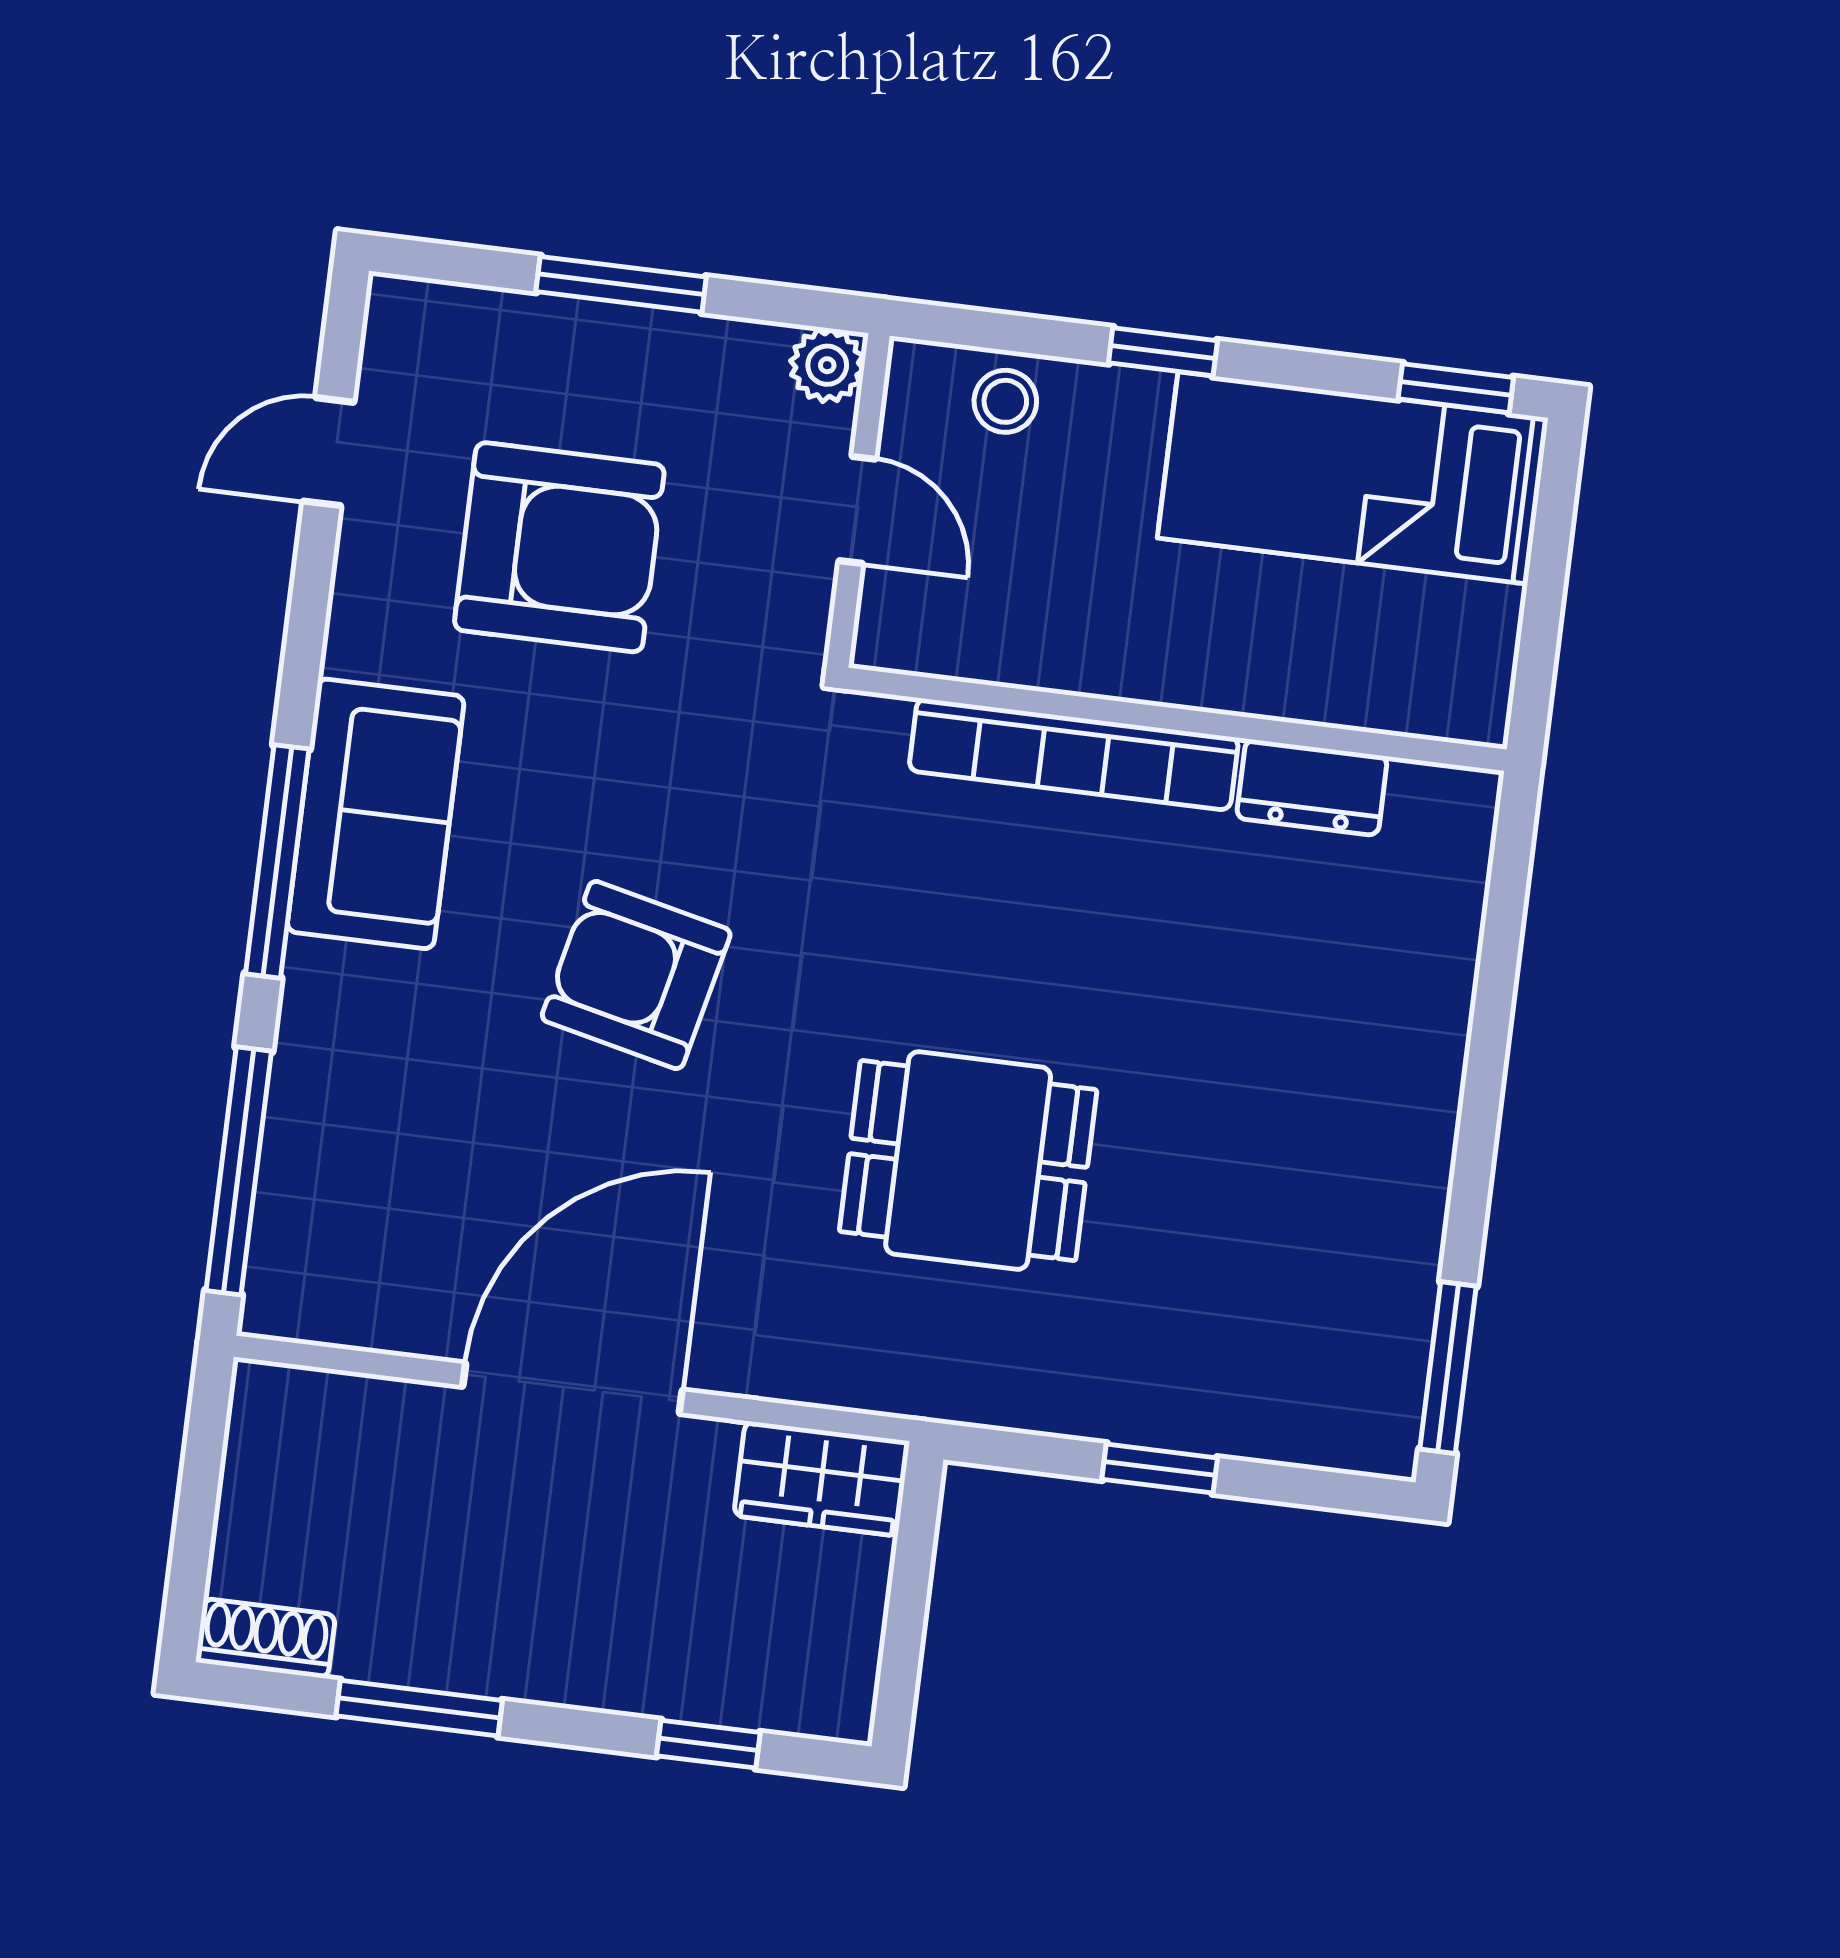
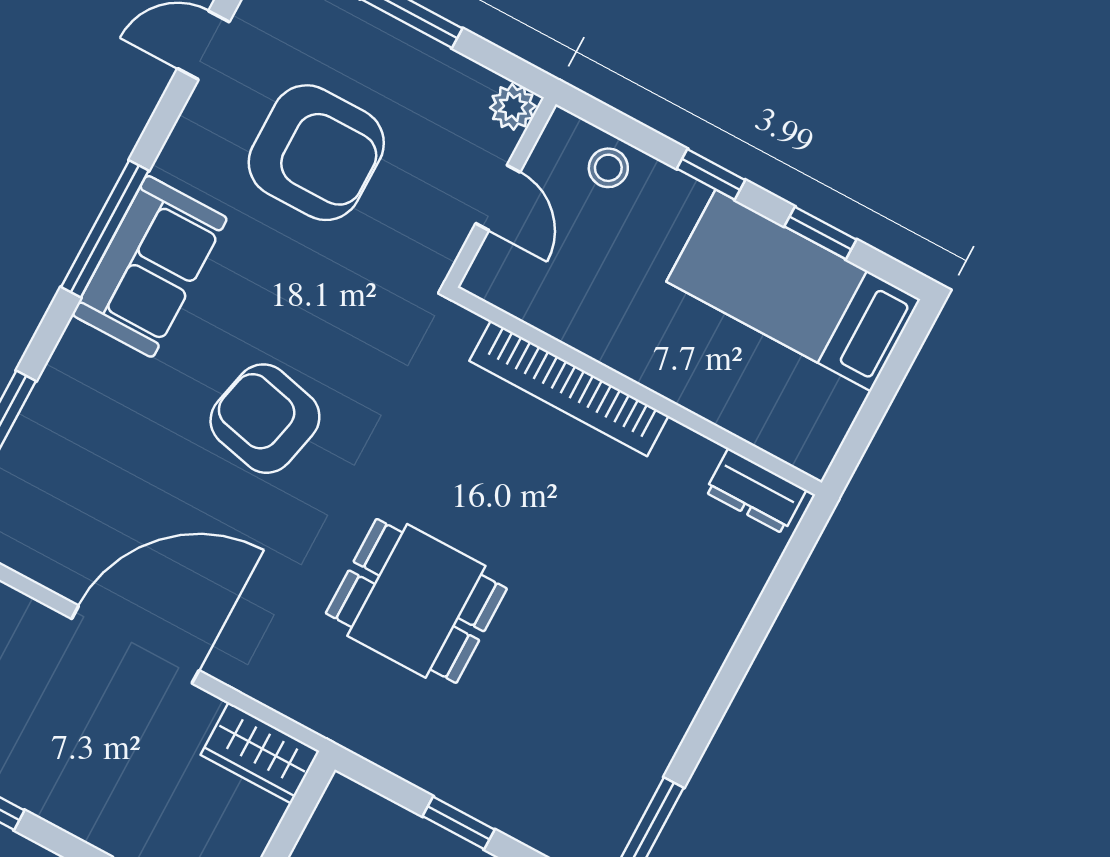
window: (1456, 388) -> (820, 233), moved
dresser: (1312, 787) -> (756, 491), moved
window: (277, 861) -> (105, 229), moved

